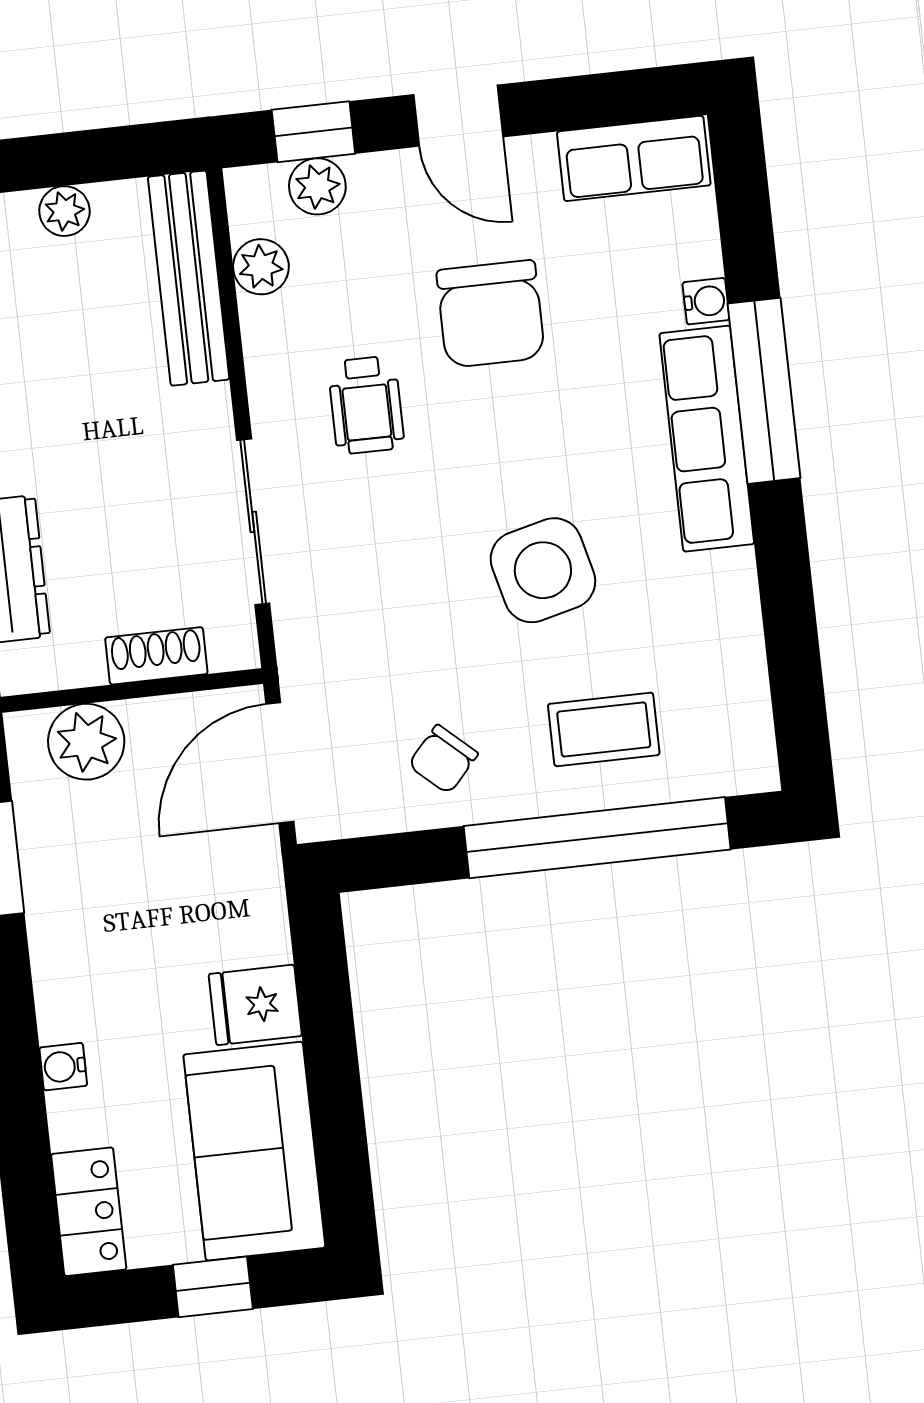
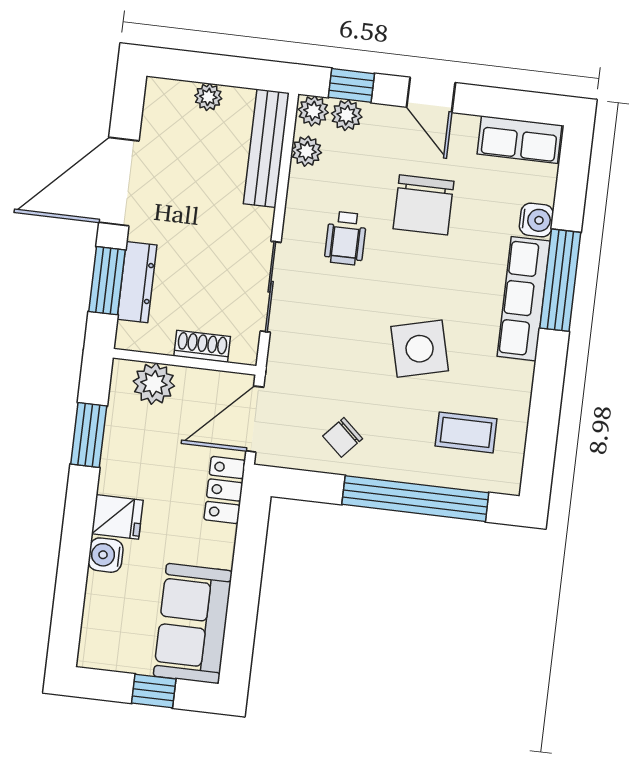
plant: (256, 193) -> (313, 111), added
water cooler: (706, 301) -> (536, 220), width x1.38, depth x1.38
coffee table: (604, 729) -> (466, 432), moved
fridge: (255, 1005) -> (117, 517), moved, turned 180
water cooler: (63, 1067) -> (106, 555), width x1.38, depth x1.38
locker: (89, 1212) -> (225, 490), moved, turned 180

